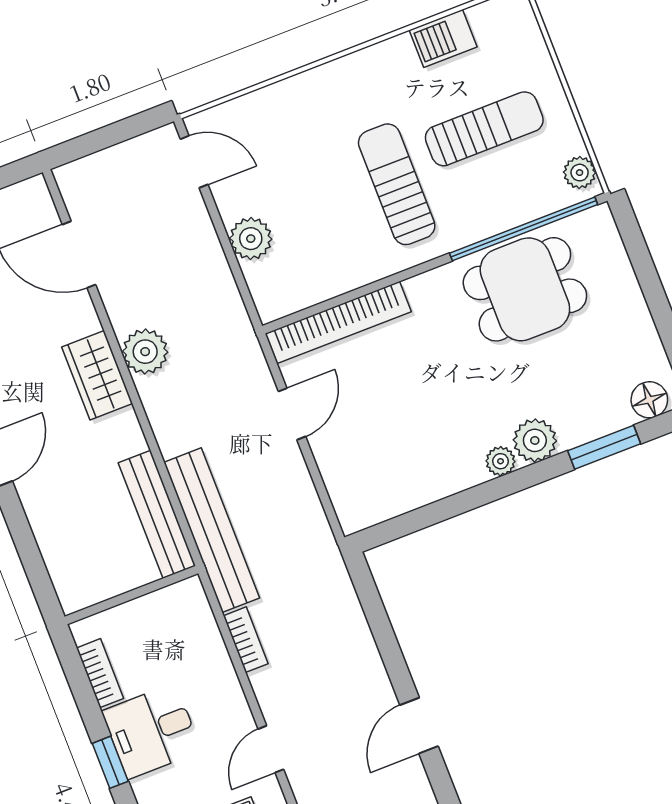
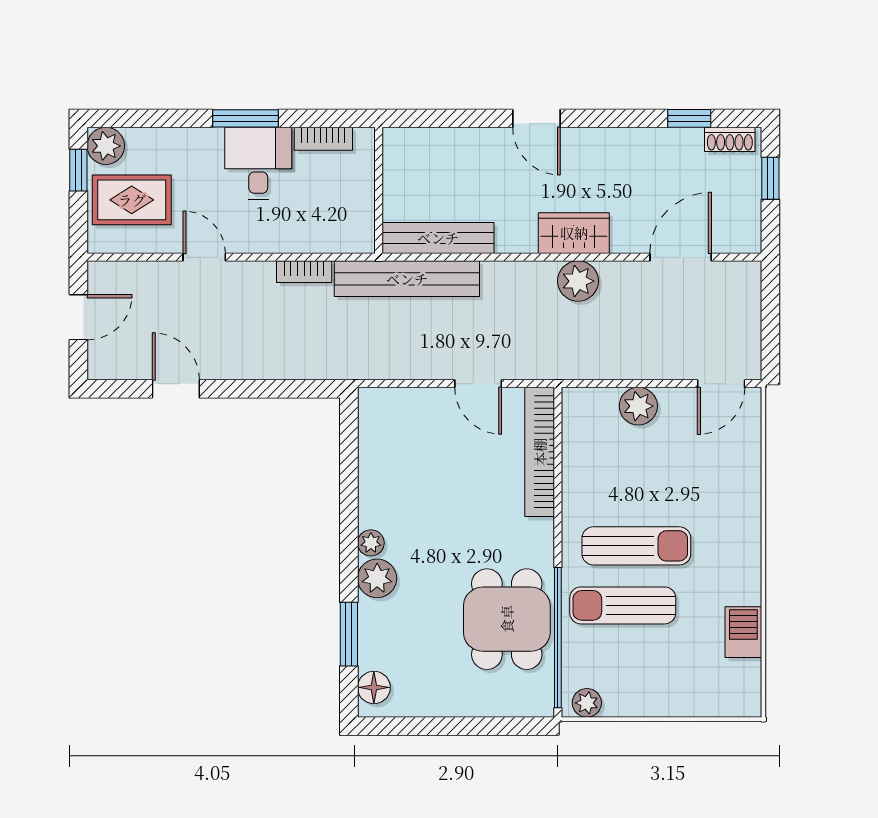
sun lounger: (484, 129) -> (623, 605), moved, turned 90
window: (110, 762) -> (245, 118), width x1.50

